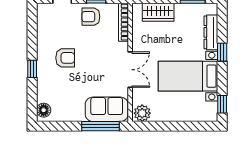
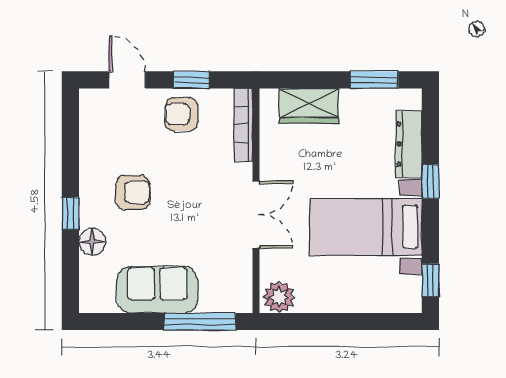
sofa: (107, 109) -> (157, 290), moved
floor lamp: (44, 110) -> (92, 242), moved

